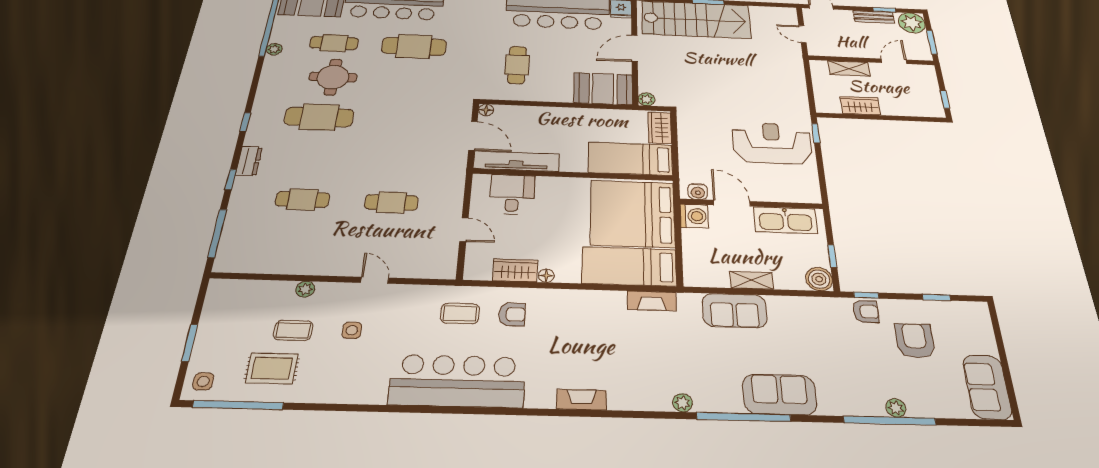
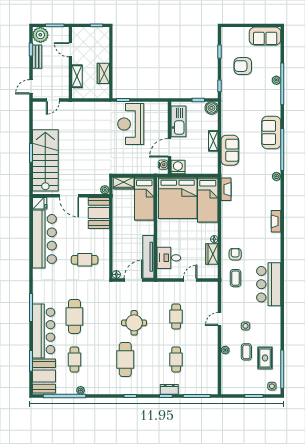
round table: (333, 77) -> (134, 323), moved
dresser: (249, 161) -> (169, 389), moved
armchair: (866, 311) -> (228, 87), removed
bar counter: (458, 381) -> (269, 284), width x0.73

